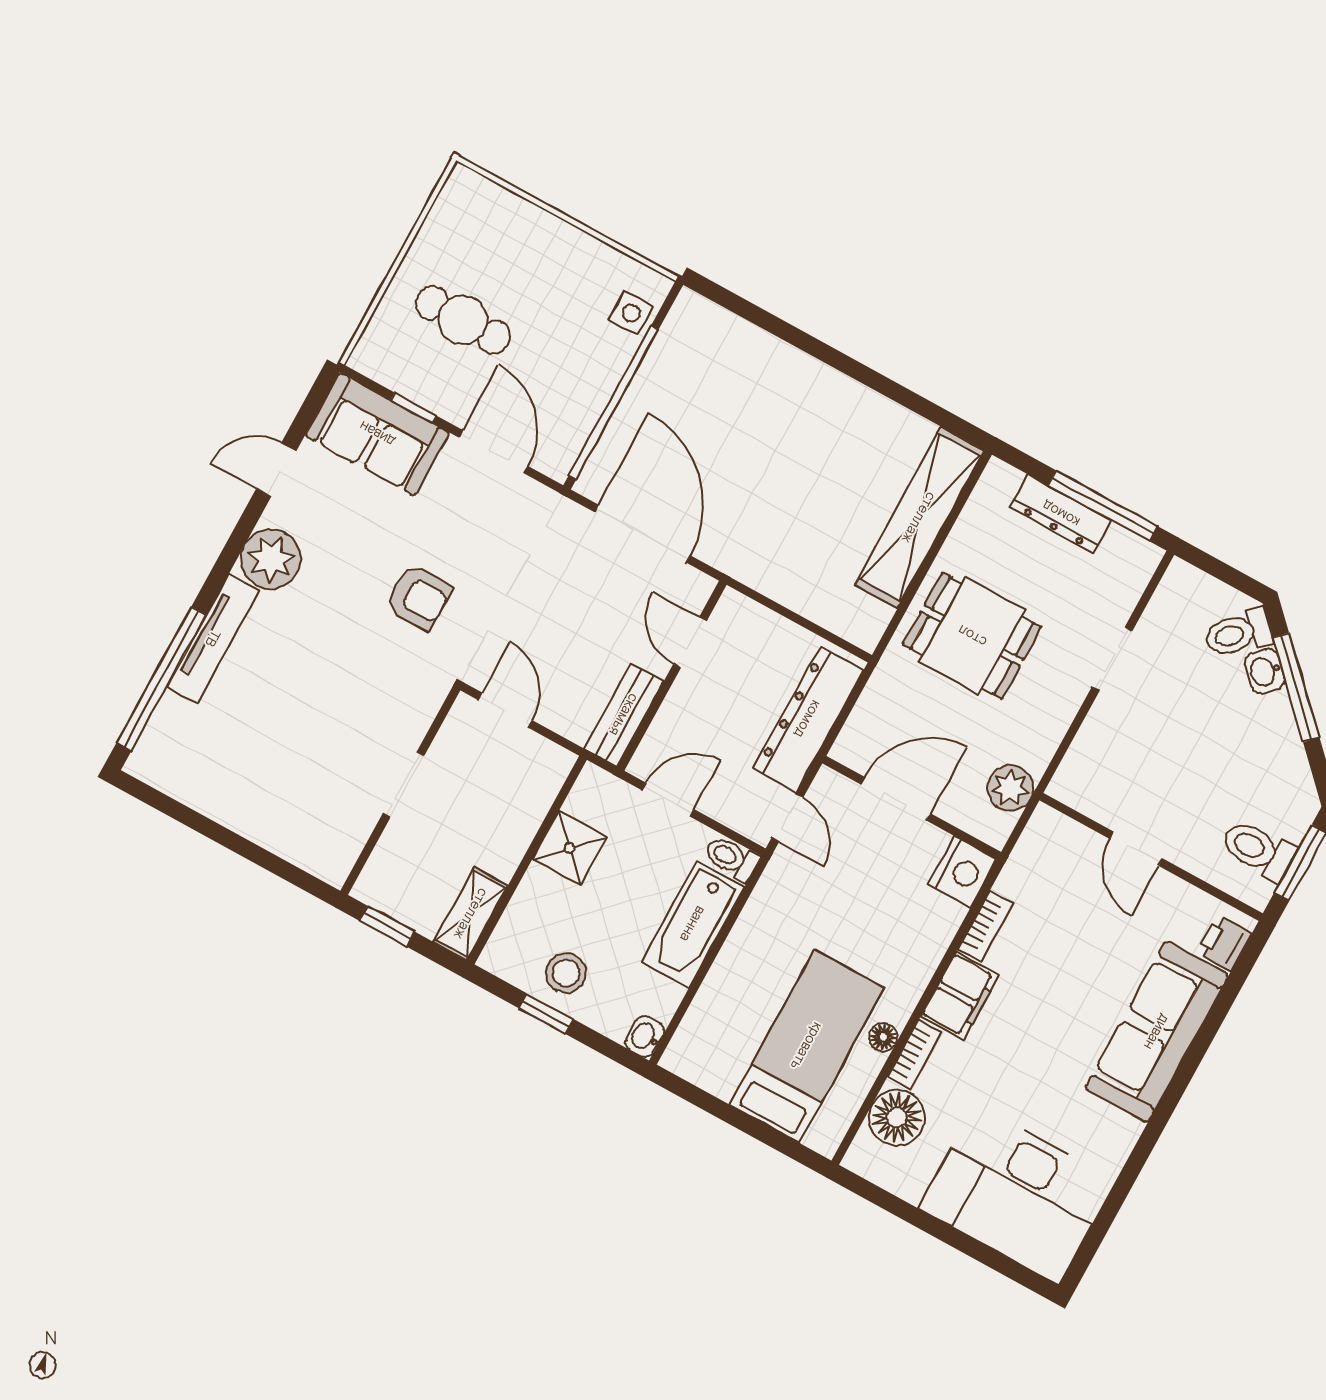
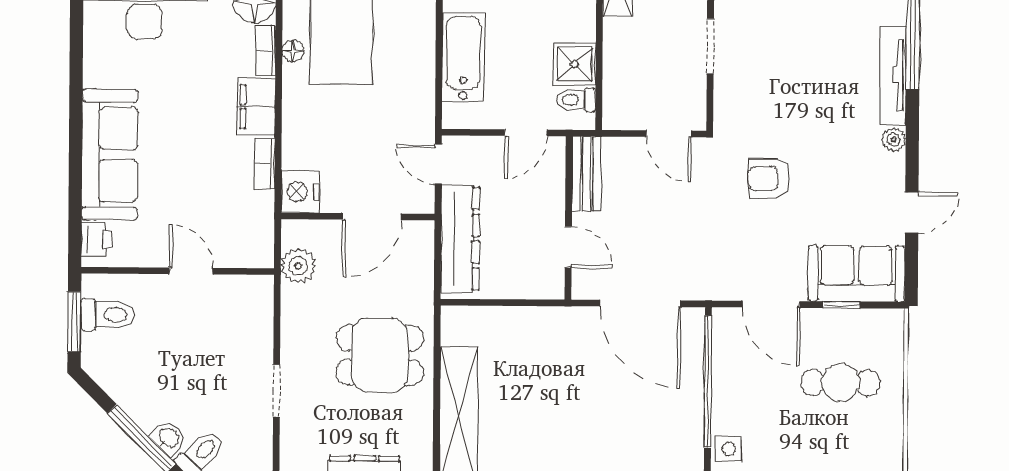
plant: (271, 559) -> (894, 140), width x0.53, depth x0.53
toilet: (731, 858) -> (576, 100), moved, turned 180

